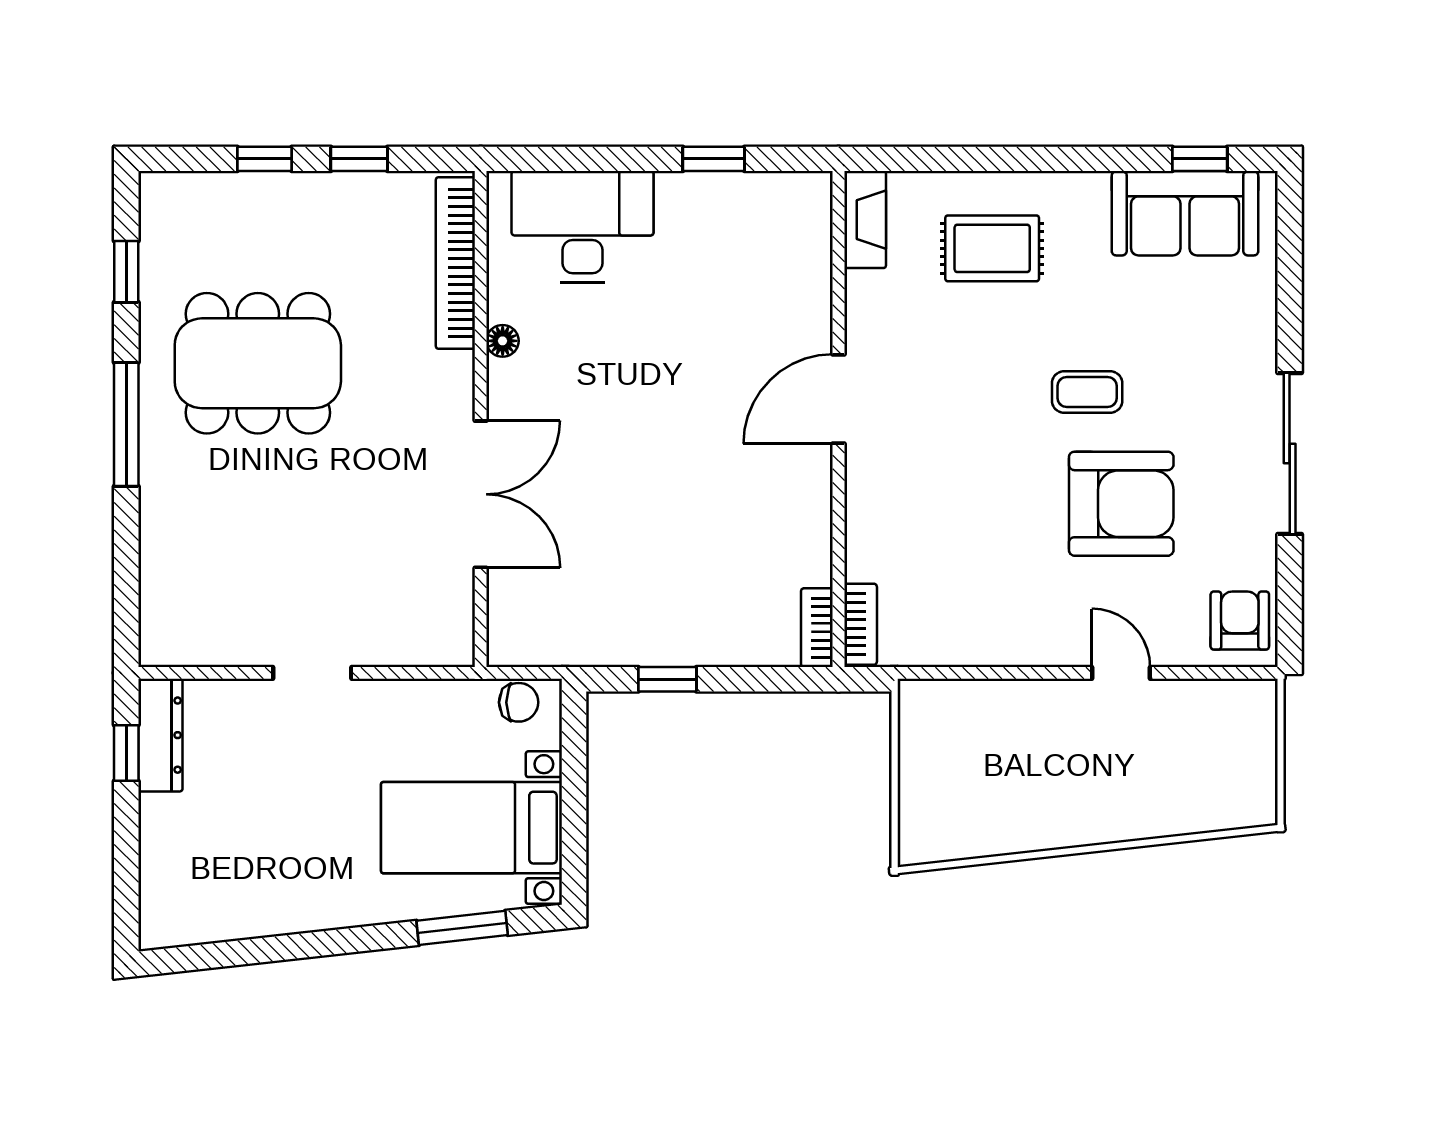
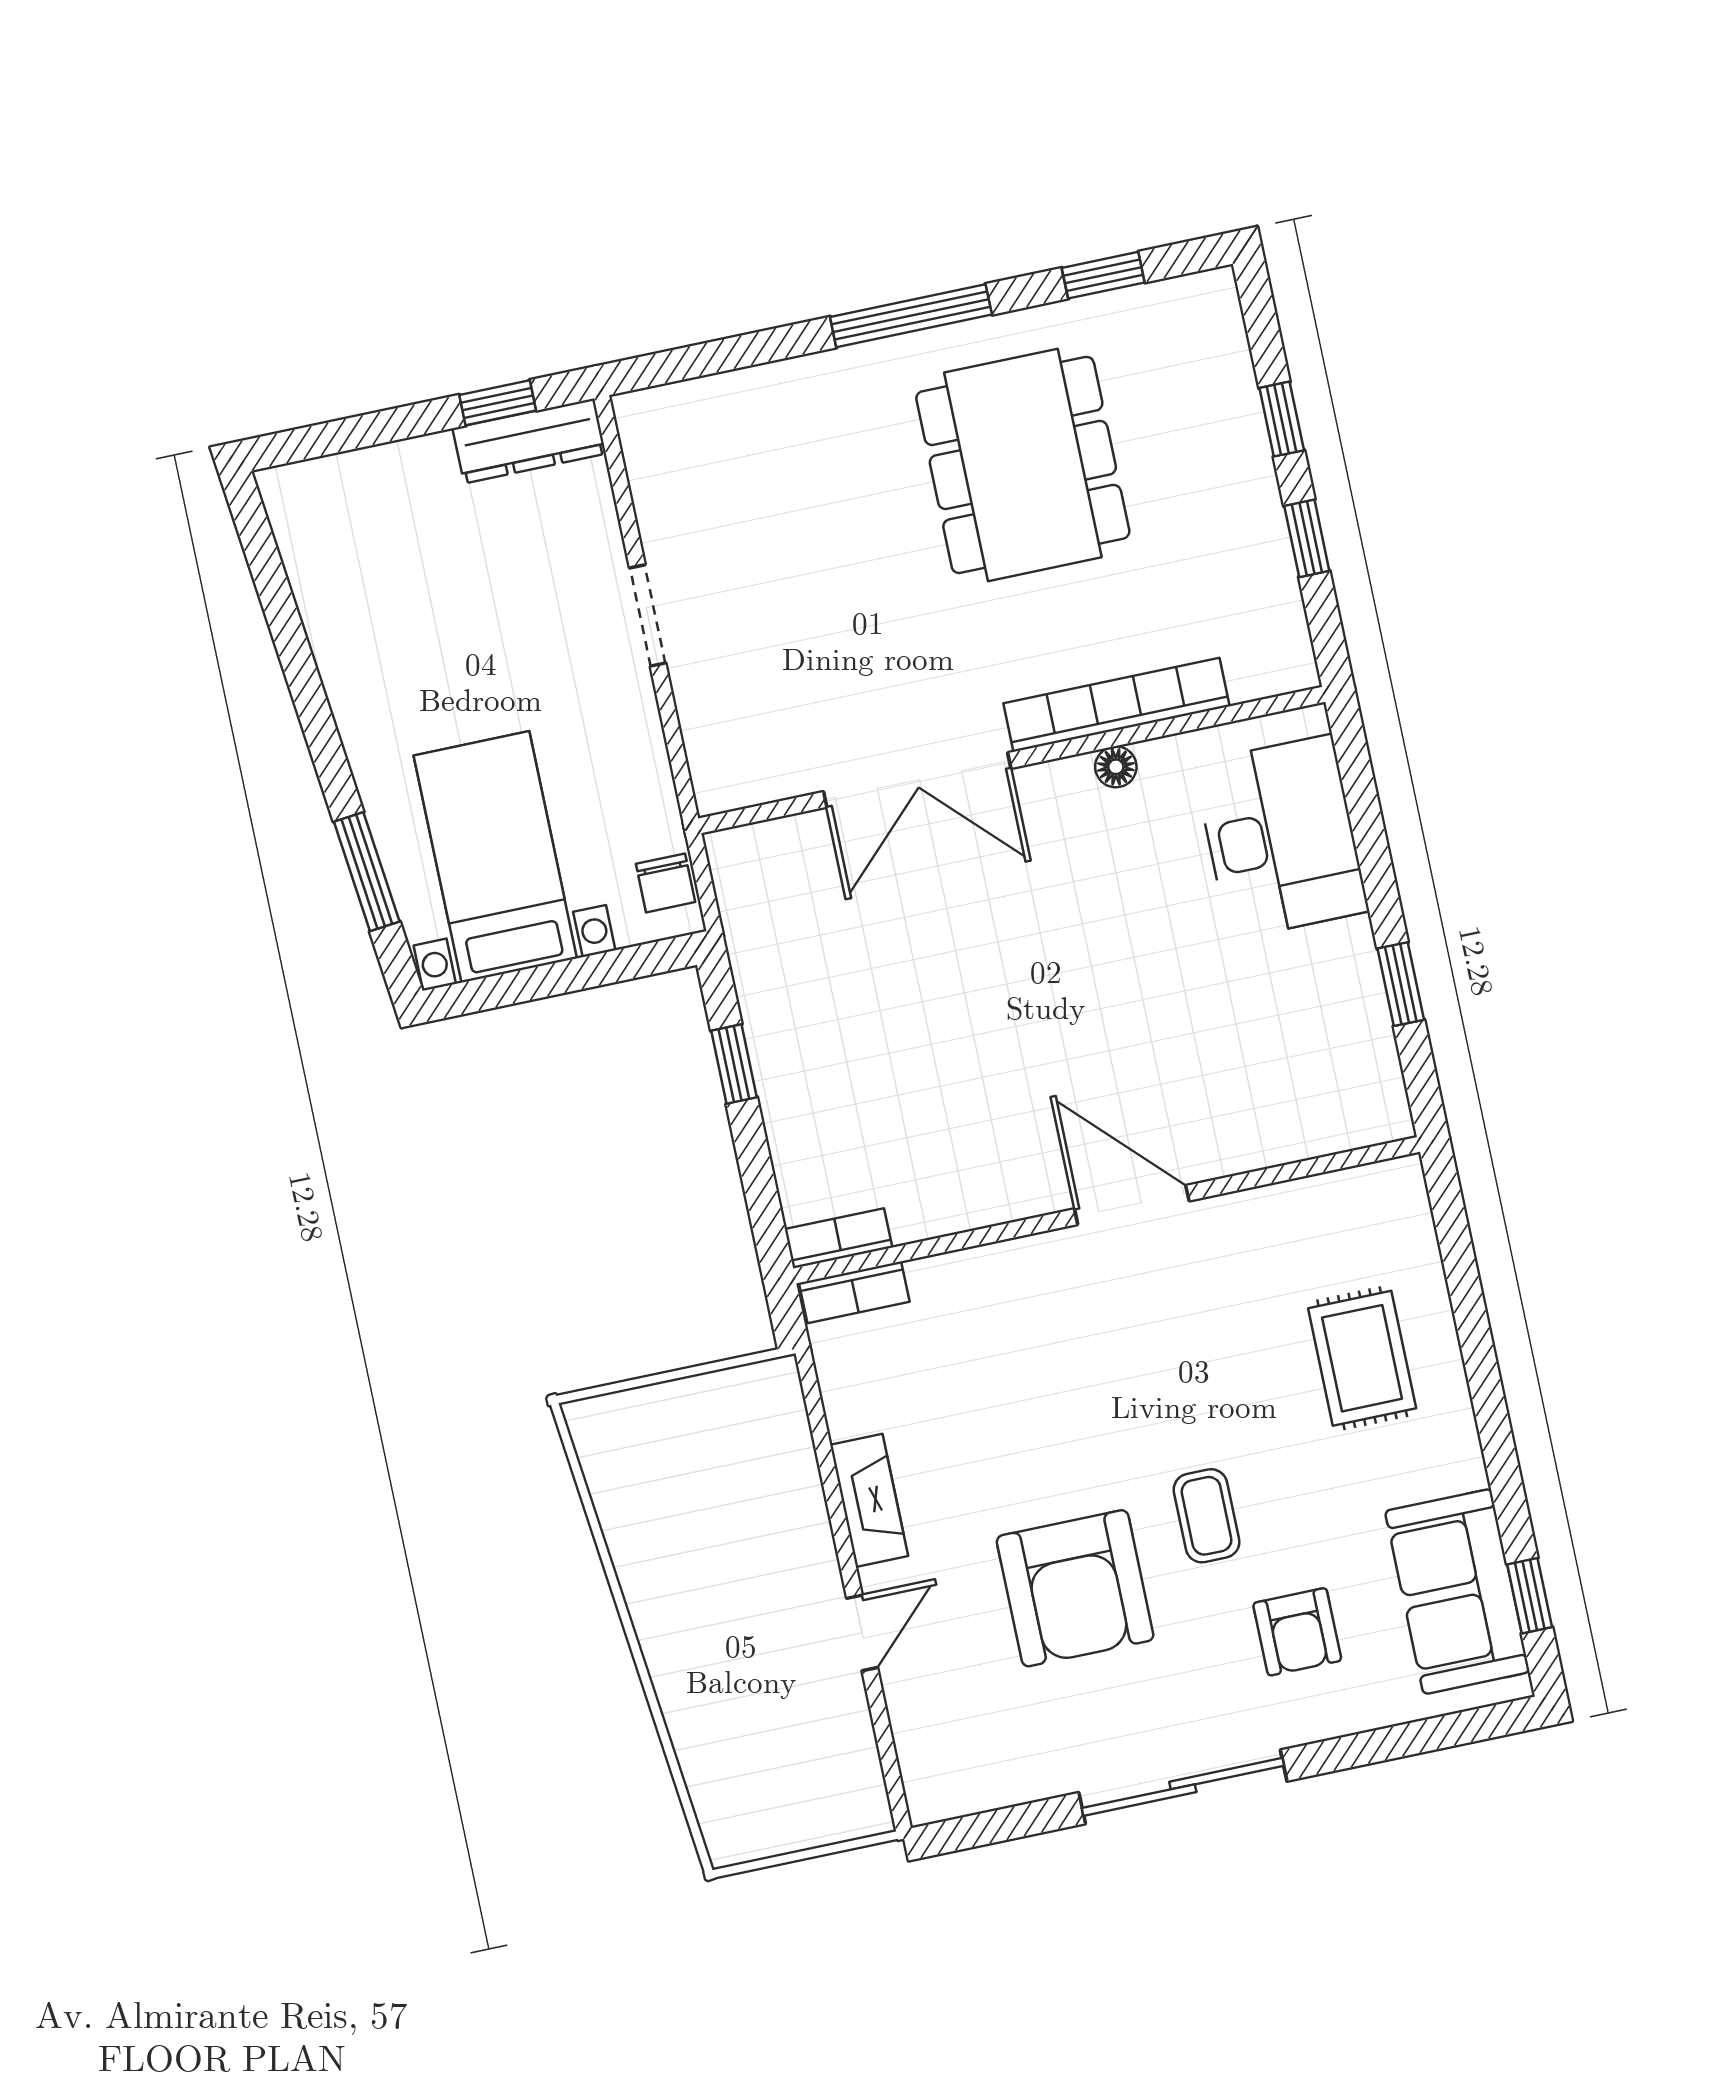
fireplace: (865, 220) -> (869, 1500), moved, turned -90
bookcase: (455, 263) -> (1117, 705), moved
armchair: (1240, 621) -> (1297, 1632), moved, turned 90

